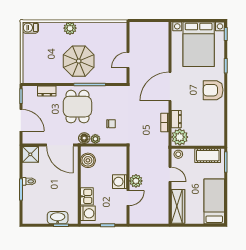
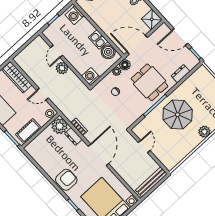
bench: (148, 27) -> (151, 182), added
washing machine: (120, 182) -> (91, 77), moved, turned -90
kitchen sink: (87, 196) -> (98, 39), moved

